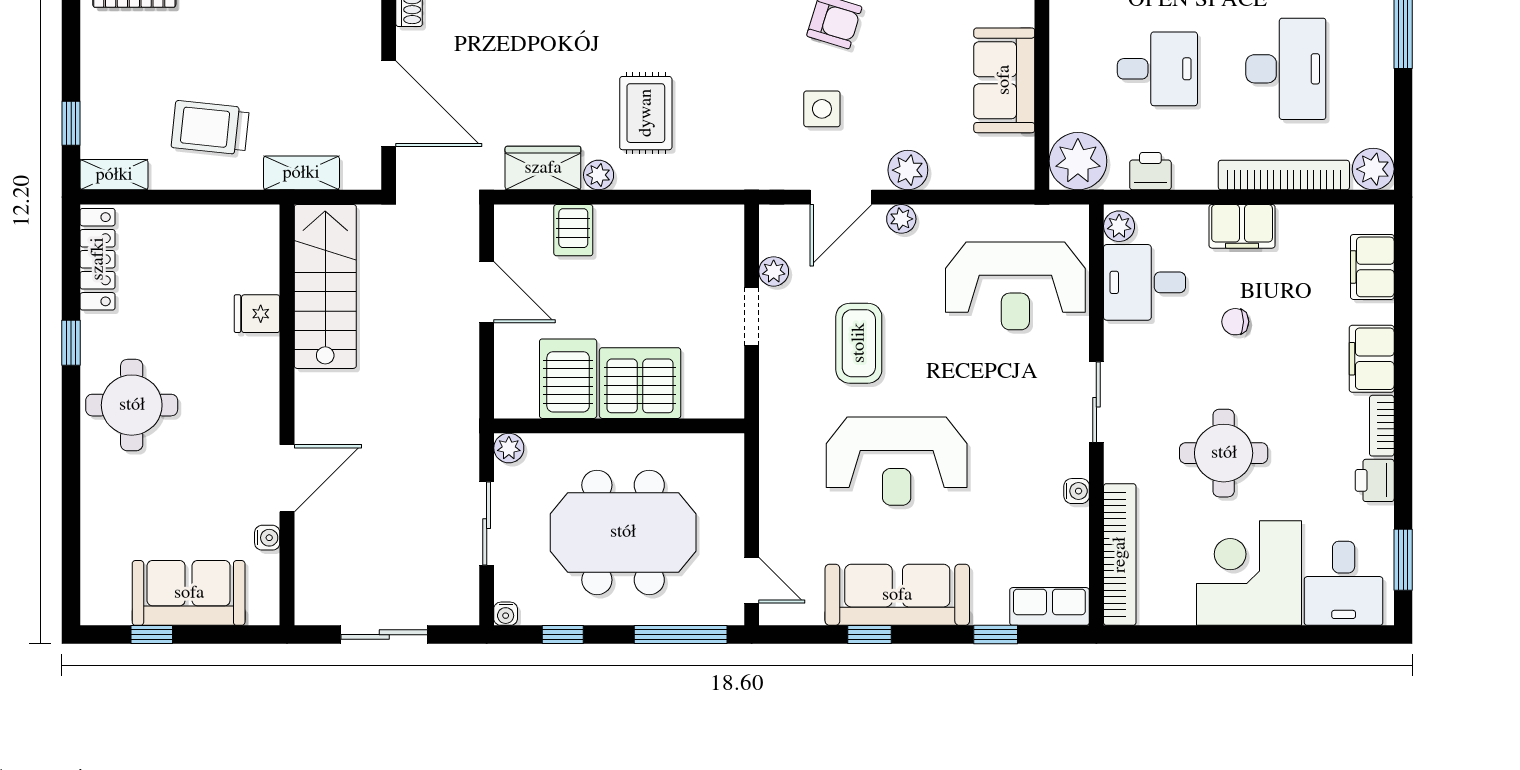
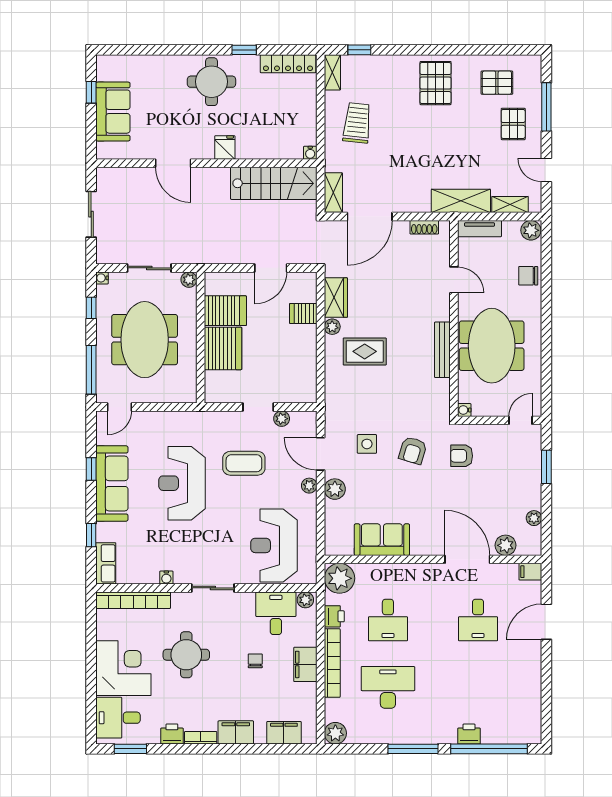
desk: (1286, 69) -> (388, 687), turned 180
shelving: (301, 173) -> (333, 193), moved
bookcase: (1284, 175) -> (332, 663), moved
fridge: (257, 314) -> (225, 147), moved
water cooler: (267, 538) -> (310, 153), moved

